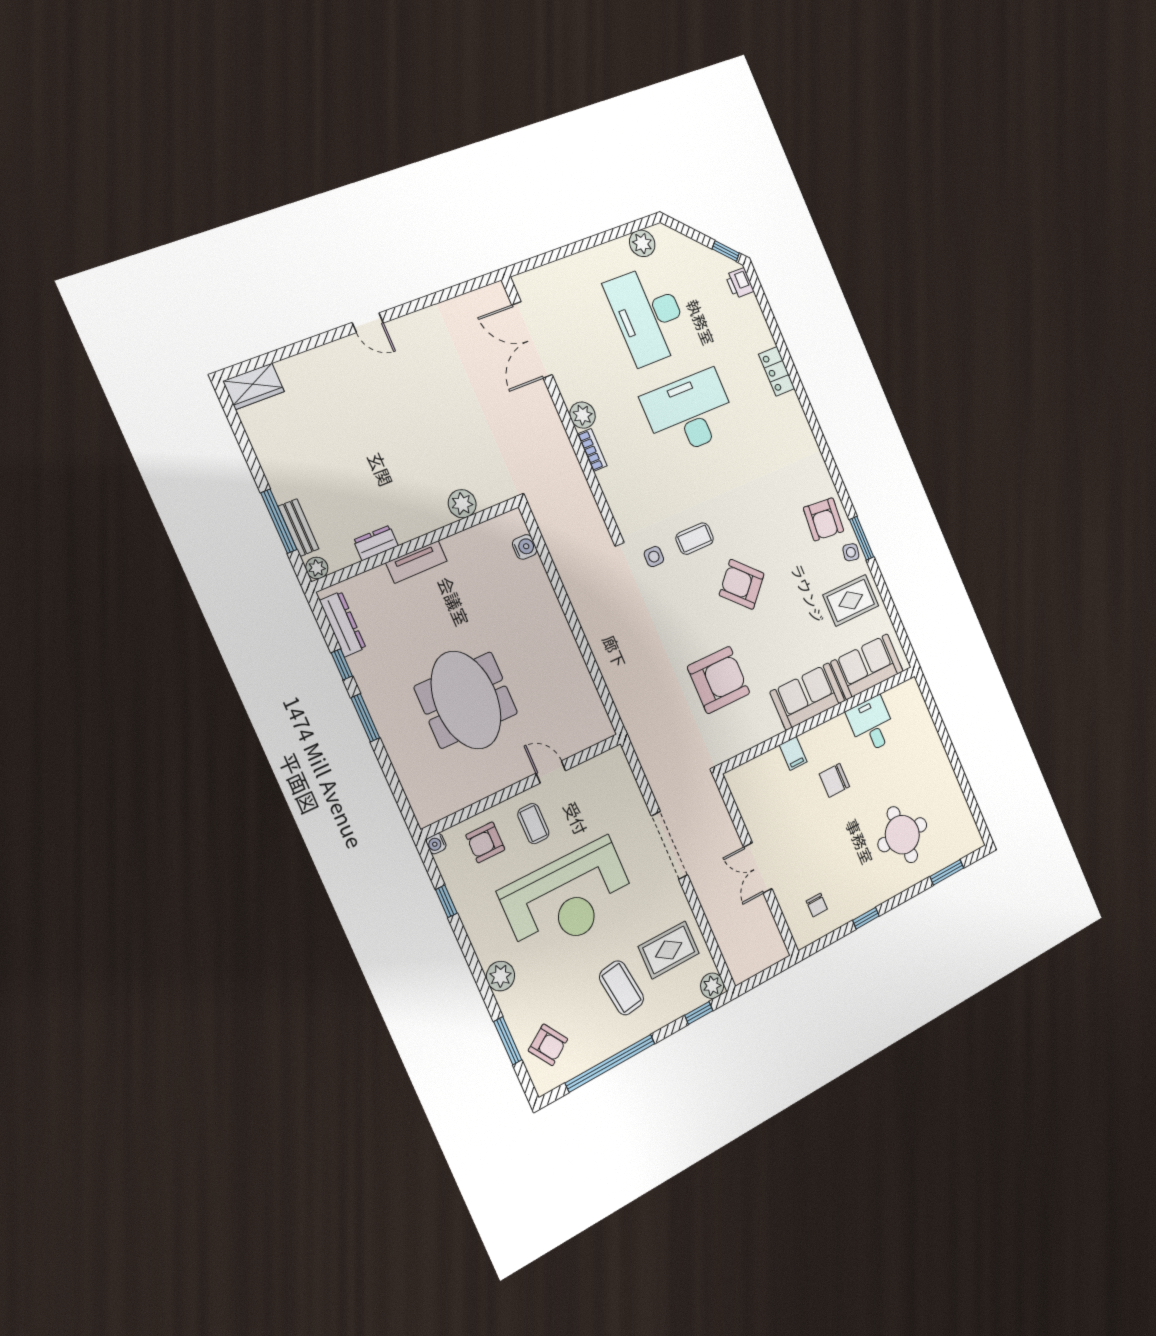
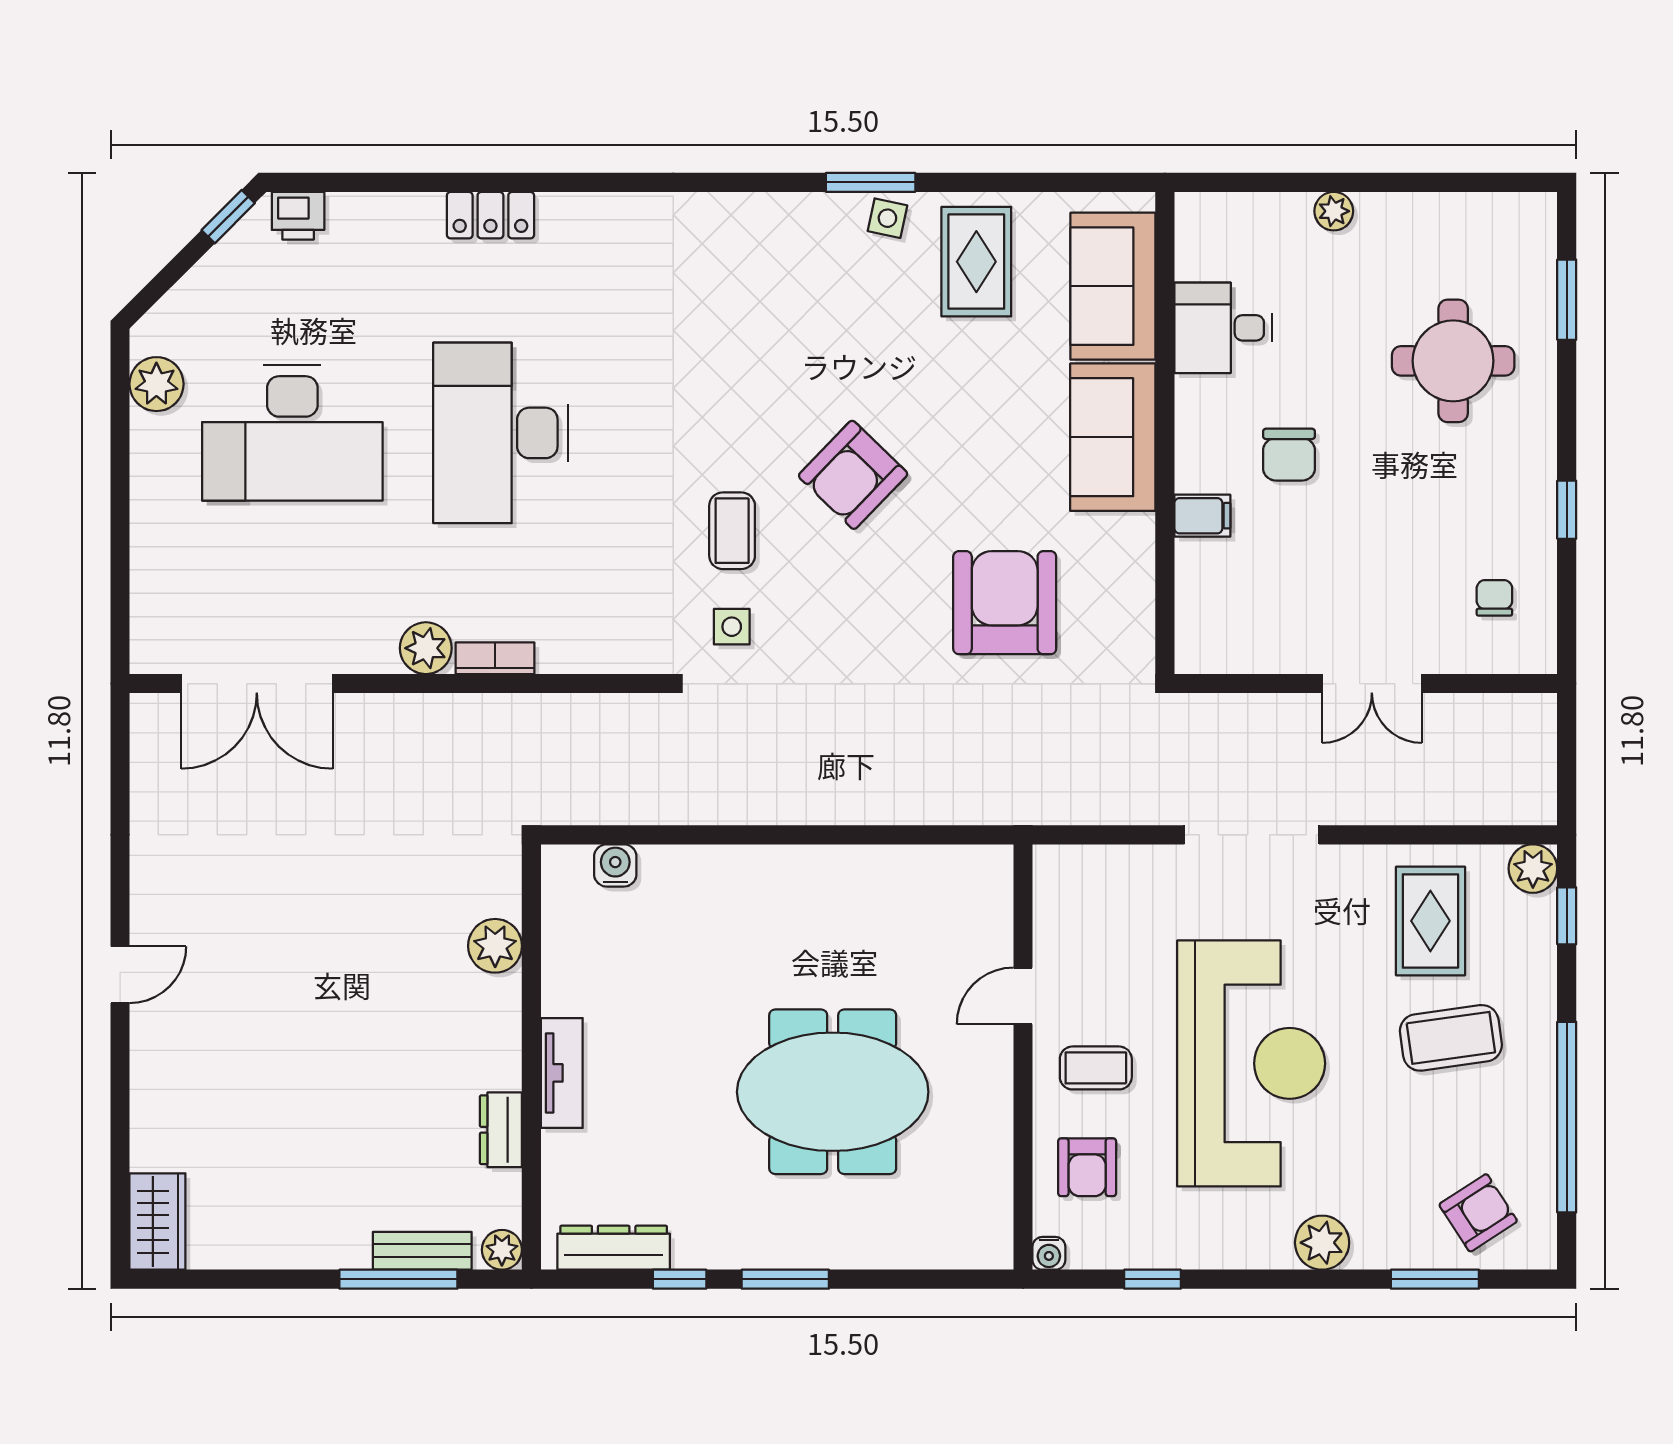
armchair: (824, 519) -> (803, 247), removed
plant: (937, 751) -> (1334, 211), added
chair: (817, 905) -> (1494, 598), turned -90

